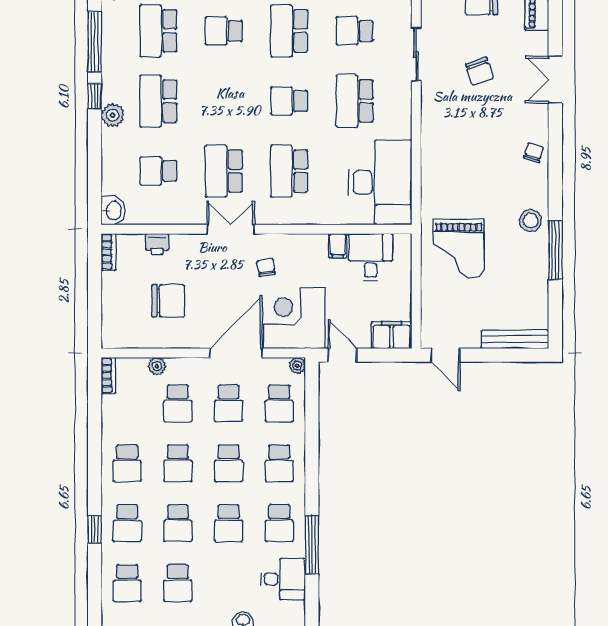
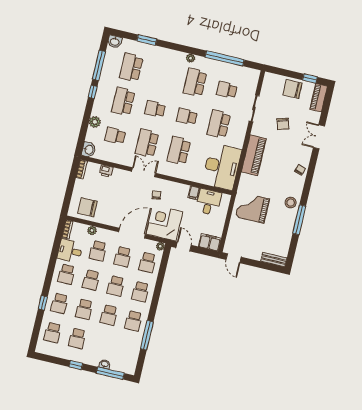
school desk: (224, 31) -> (155, 109), moved
plant: (113, 115) -> (95, 122), moved
piano: (437, 146) -> (254, 155), added
grand piano: (459, 248) -> (252, 208), turned 90
chair: (168, 301) -> (87, 207), moved, turned 180
bench: (515, 339) -> (274, 260), width x0.73
desk: (283, 579) -> (70, 251), moved, turned 180

